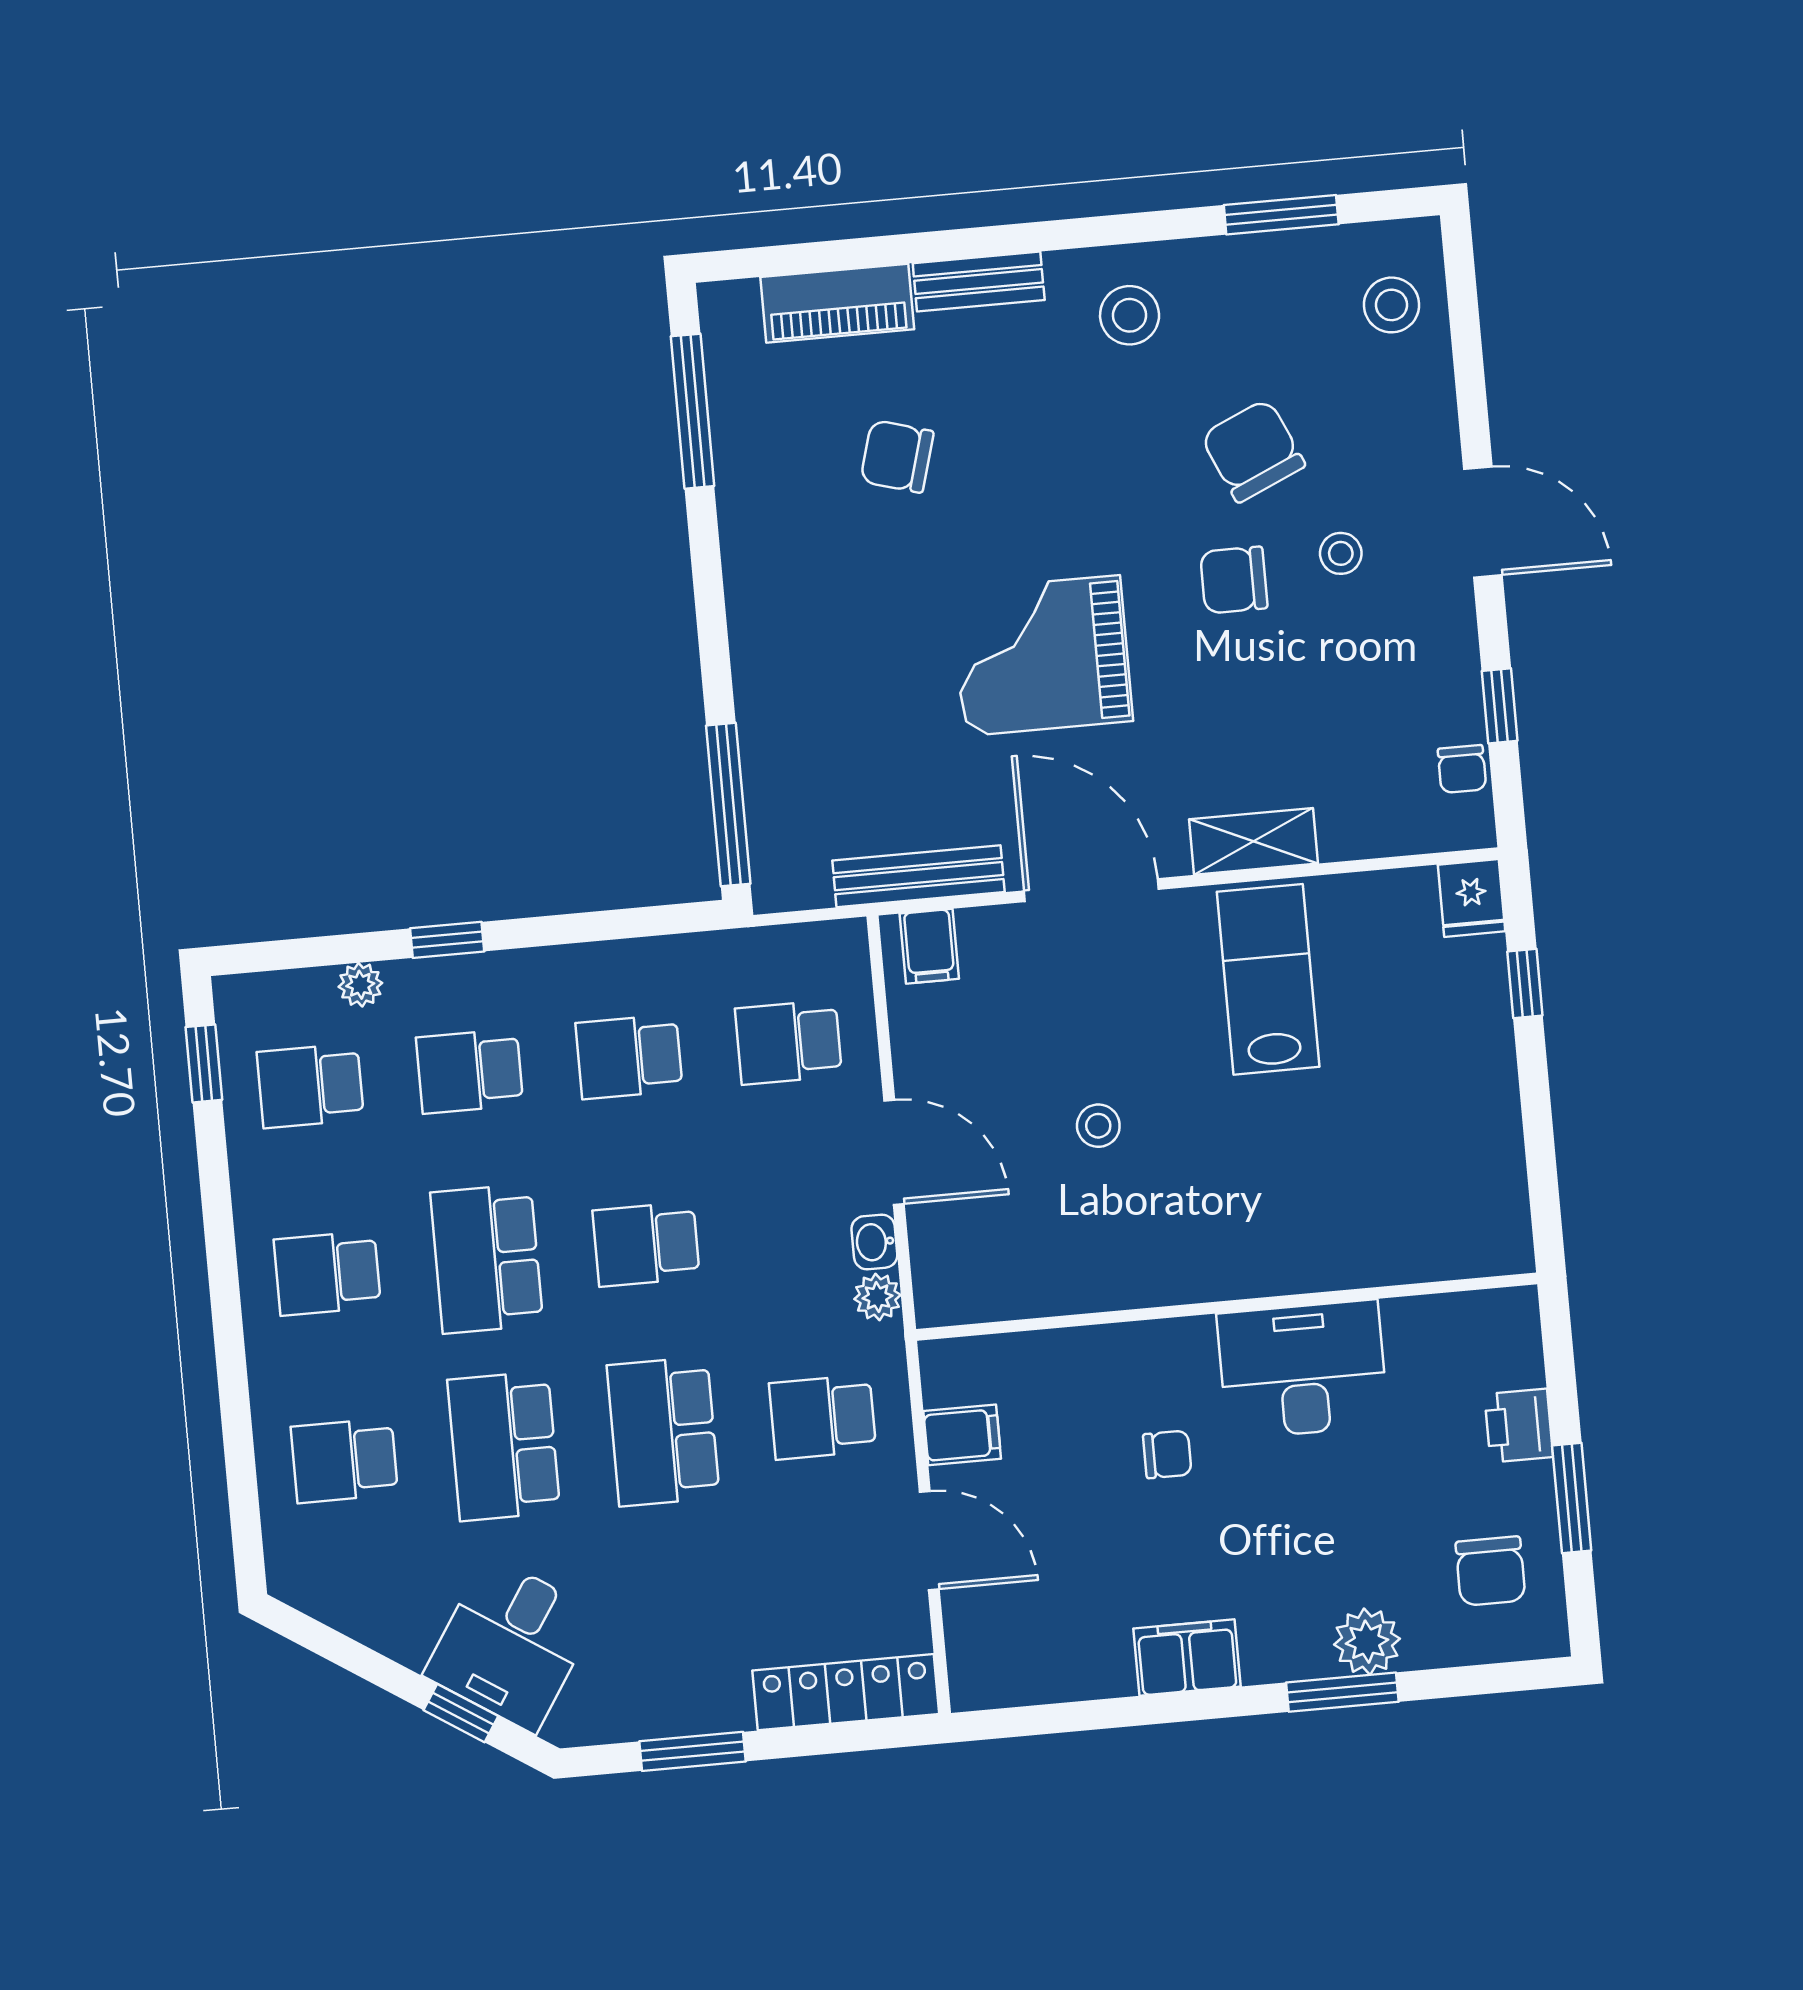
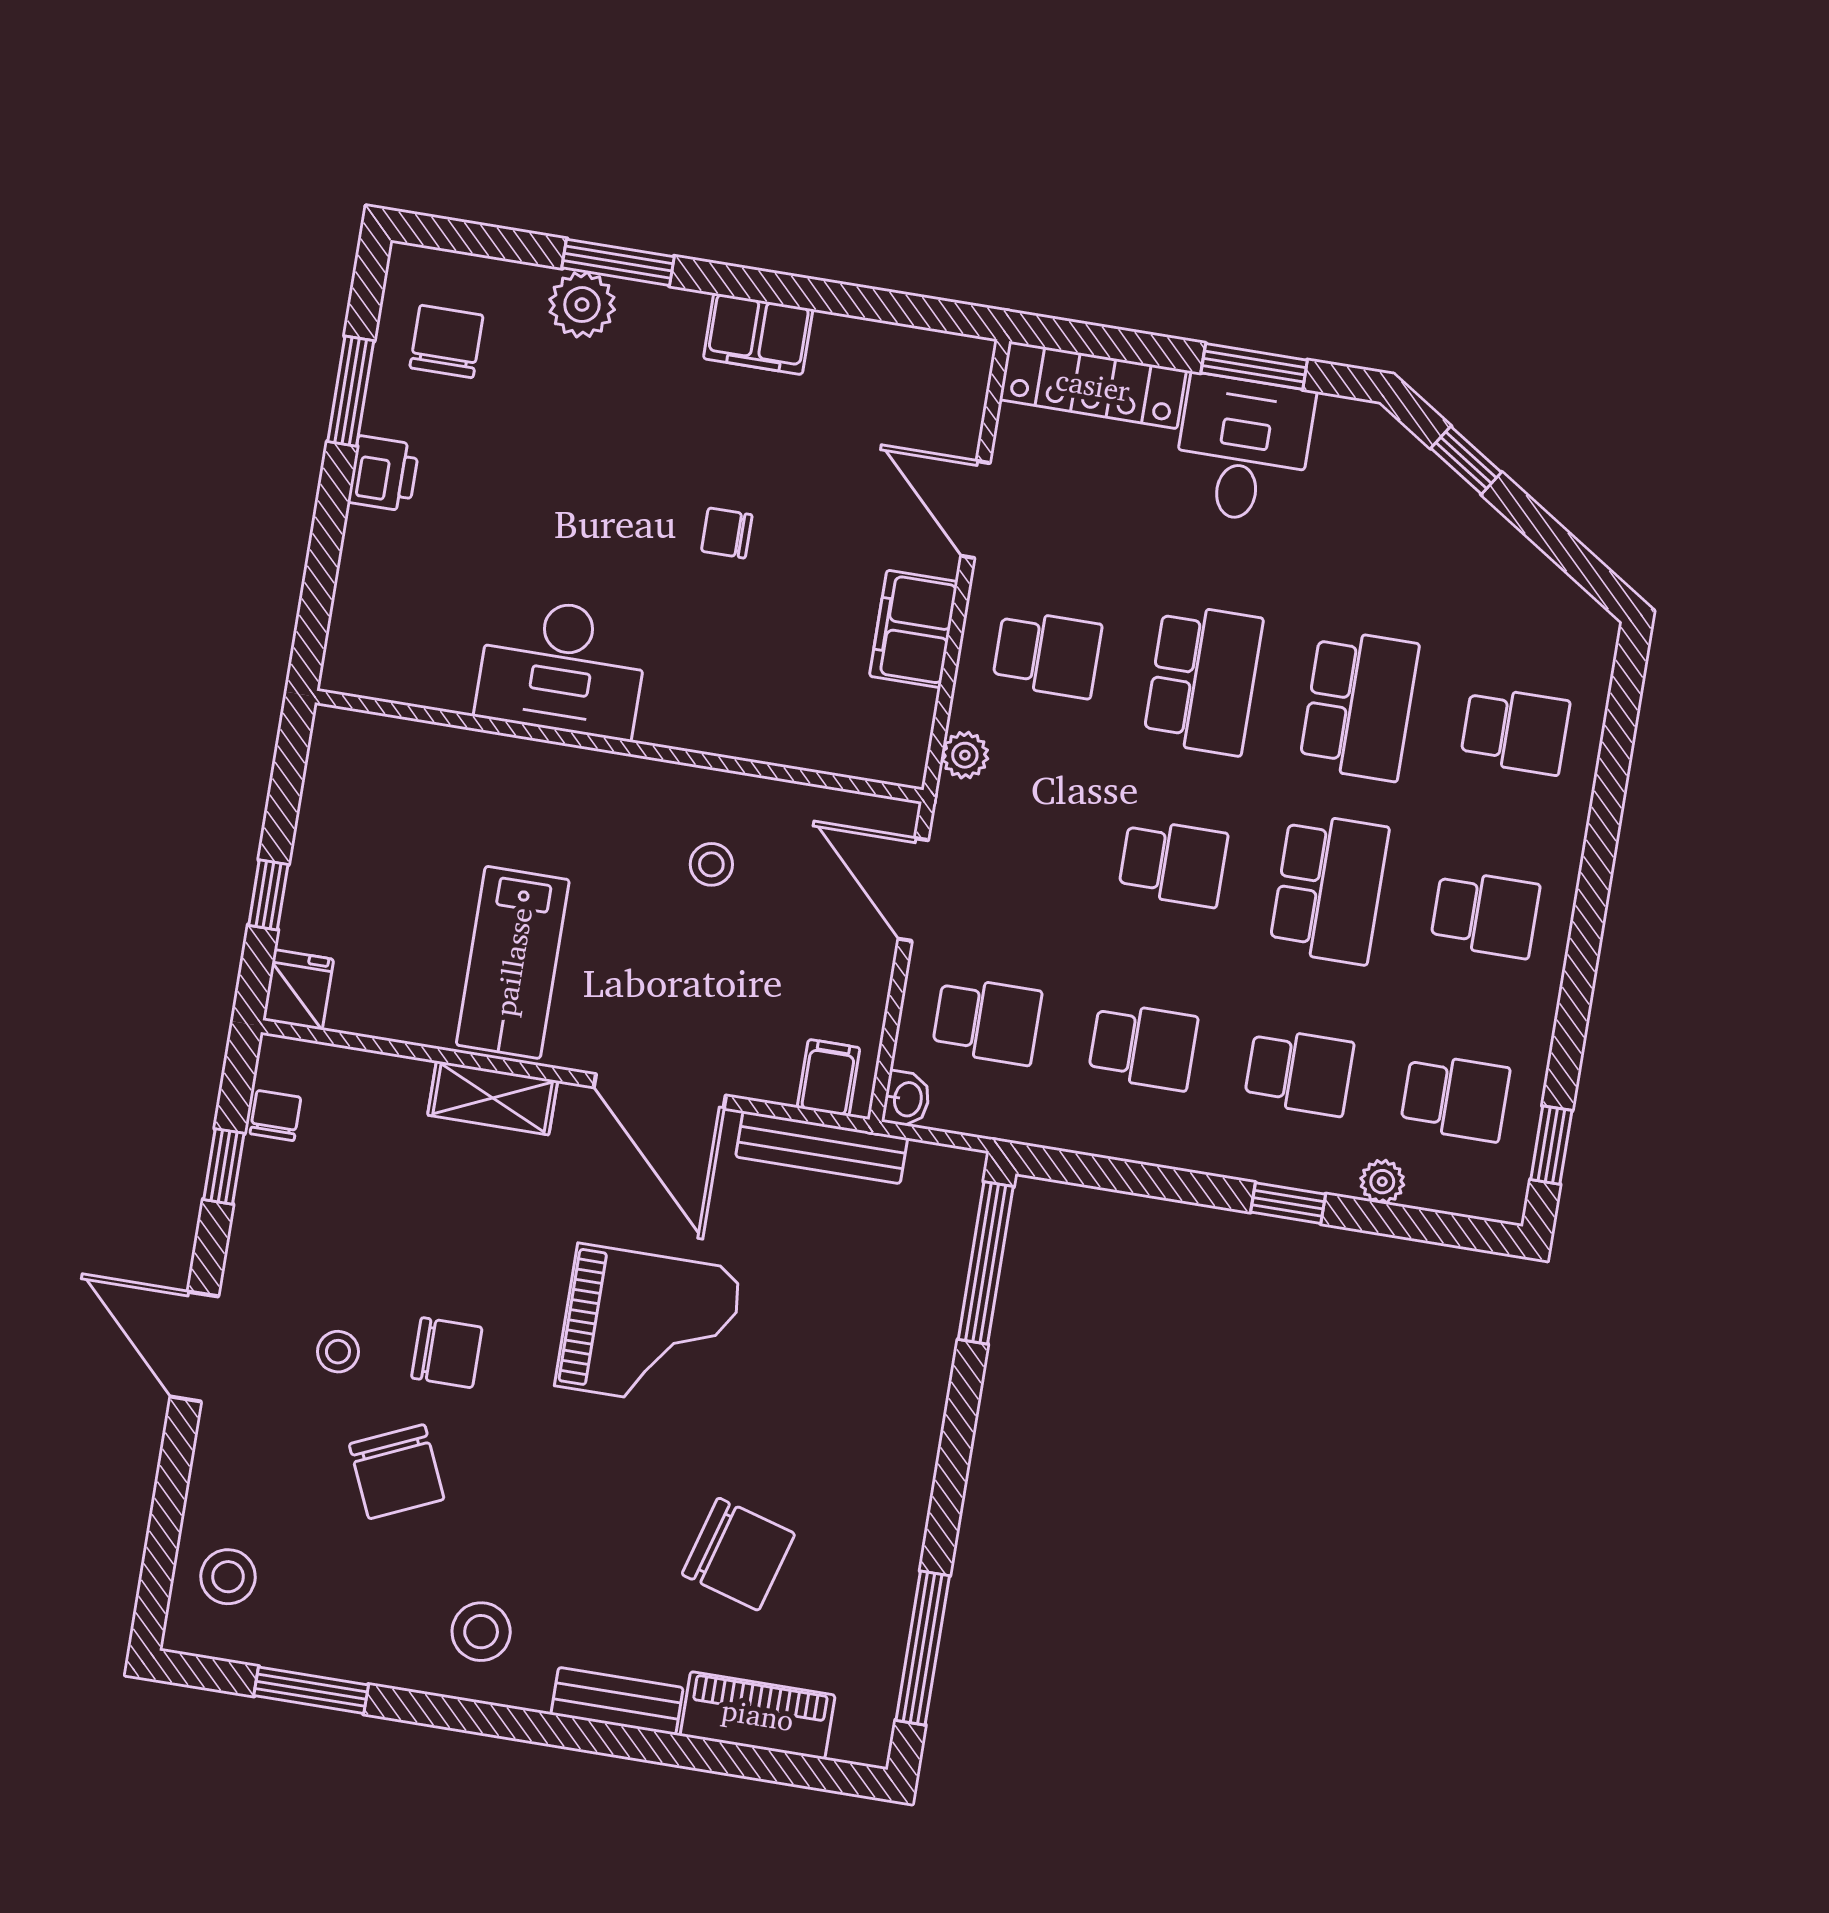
chair: (897, 456) -> (738, 1554), width x1.37, depth x1.37
washbasin: (874, 1242) -> (907, 1099), moved
wall: (1227, 1307) -> (619, 746), moved
desk: (1303, 1370) -> (562, 667), moved
filing cabinet: (962, 1435) -> (914, 629), width x2.00
desk: (511, 1644) -> (1243, 449), moved, turned -33

